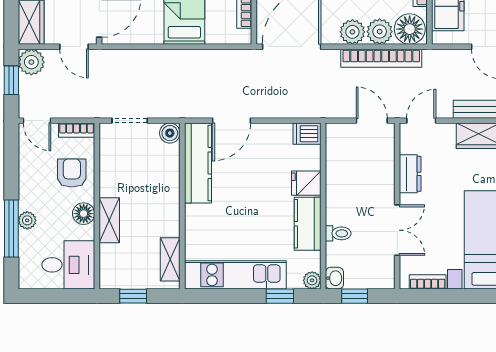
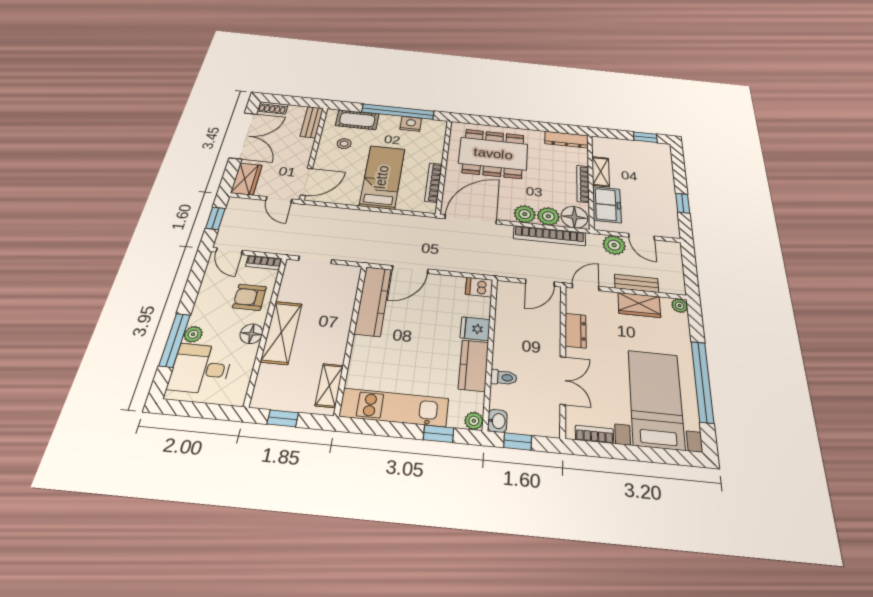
plant: (31, 62) -> (614, 245), moved
door: (372, 121) -> (540, 283), swing flipped
boiler: (170, 133) -> (351, 274), removed
armchair: (72, 173) -> (250, 297), turned -90
shelving: (109, 220) -> (281, 332), width x1.50, depth x1.33
desk: (68, 265) -> (201, 369), moved, turned 180

